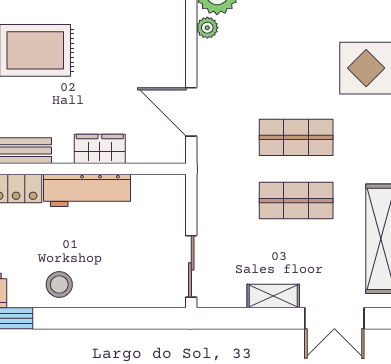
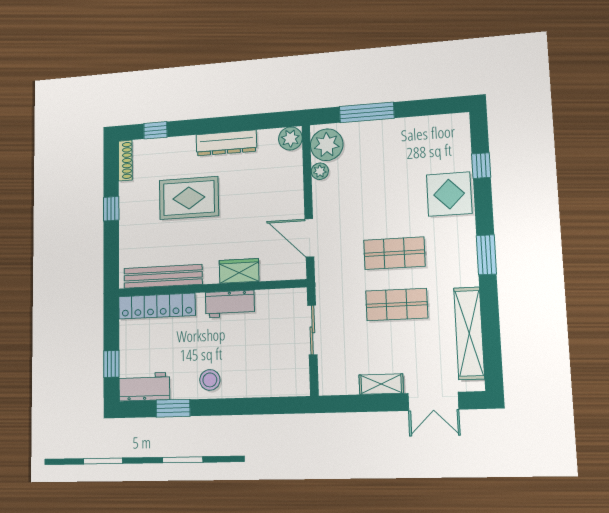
workbench: (87, 190) -> (230, 304), width x0.73
sliding door: (191, 266) -> (312, 330), moved

